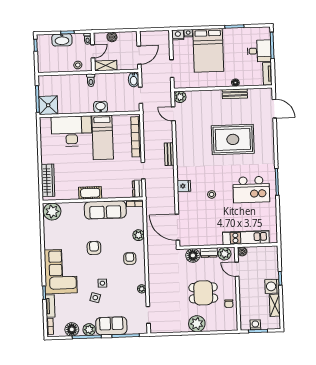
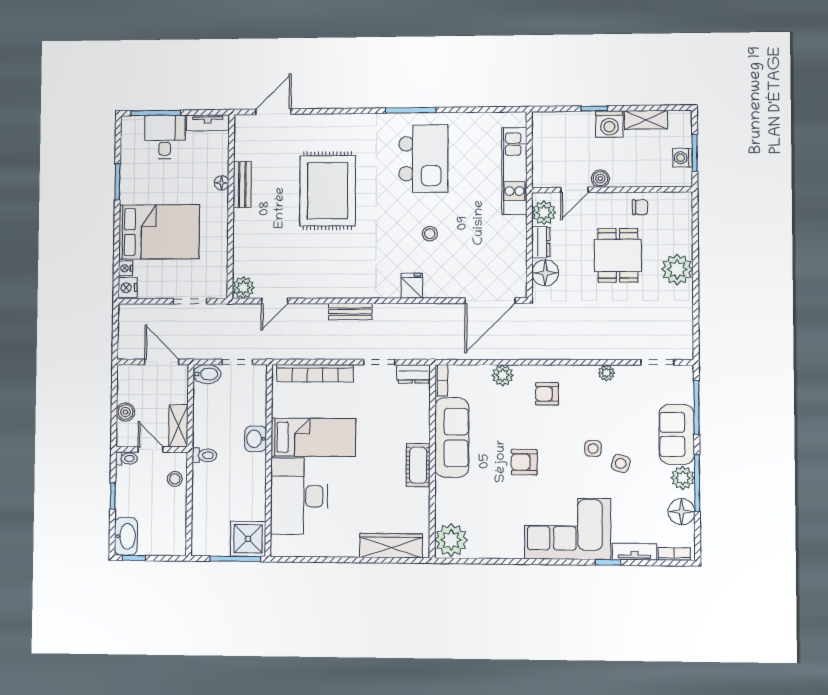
washbasin: (62, 40) -> (126, 536), moved
boiler: (242, 251) -> (600, 179), moved

